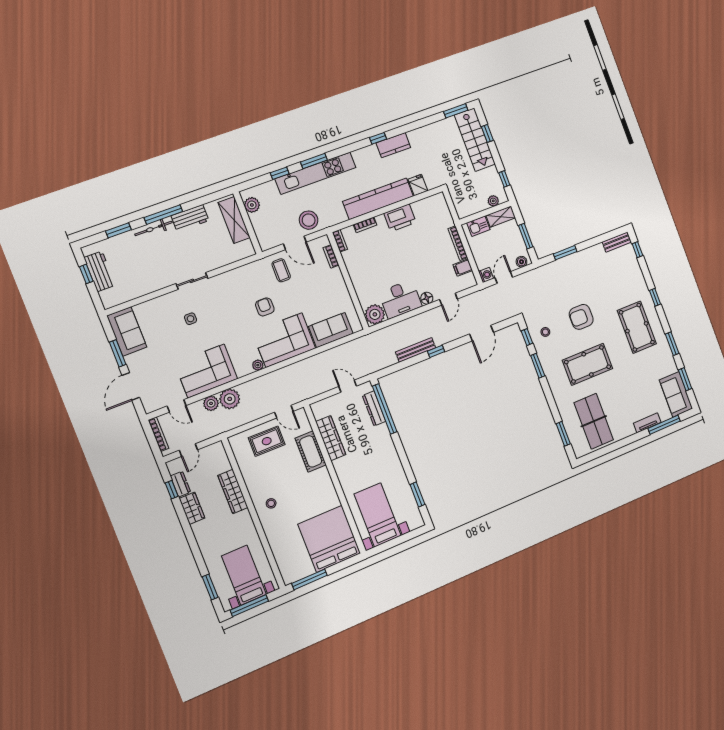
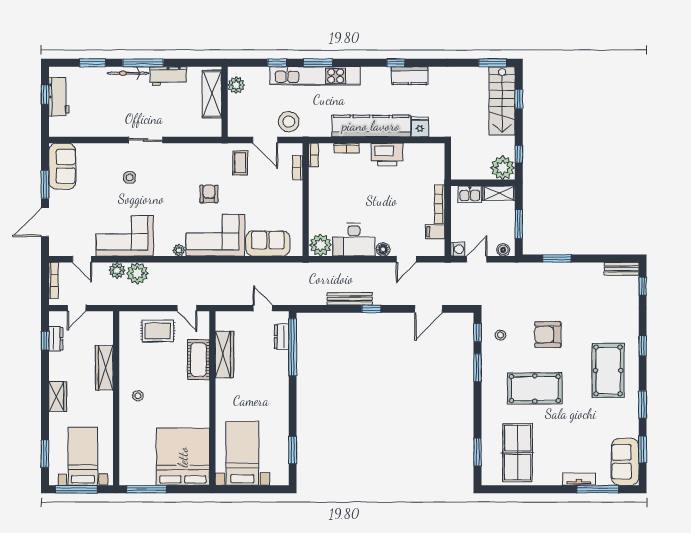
plant: (493, 201) -> (503, 168), width x1.87, depth x1.87
dresser: (374, 409) -> (282, 337), width x0.70
wardrobe: (192, 508) -> (58, 397), moved

